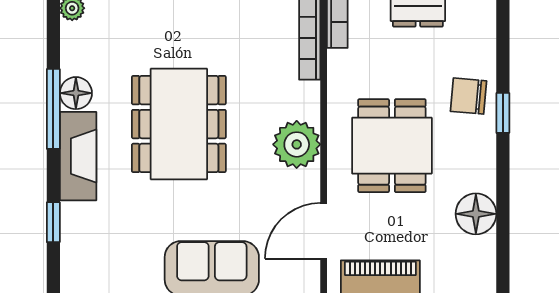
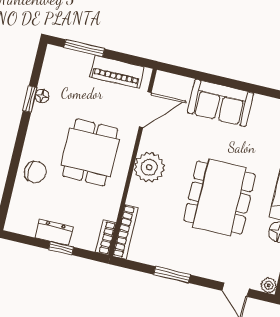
window: (503, 113) -> (30, 99), moved
floor lamp: (476, 214) -> (42, 96), width x0.53, depth x0.53

